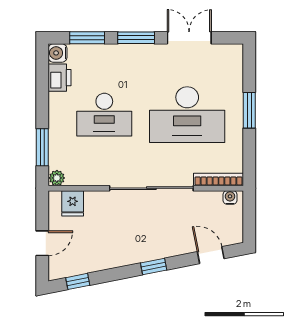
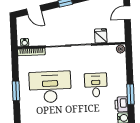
desk: (104, 115) -> (96, 85), width x0.73
window: (42, 147) -> (130, 94), moved
fridge: (73, 203) -> (101, 36), moved

